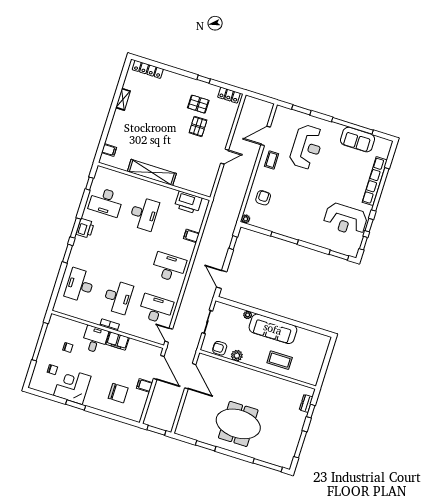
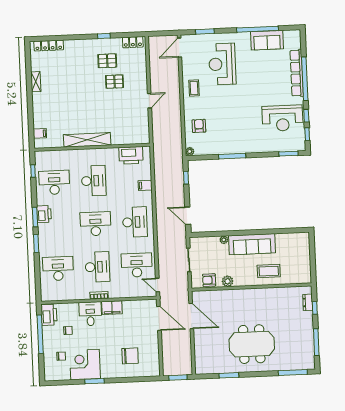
pallet: (198, 126) -> (114, 82), turned 90
door: (266, 136) -> (180, 48), moved
reception desk: (307, 147) -> (222, 64), turned 180
desk: (106, 202) -> (54, 182), turned 180
desk: (131, 255) -> (95, 224), added
desk: (169, 267) -> (135, 222), turned 90
desk: (80, 285) -> (58, 269), turned 90
printer: (55, 326) -> (49, 315), added
filing cabinet: (144, 385) -> (152, 340), removed

